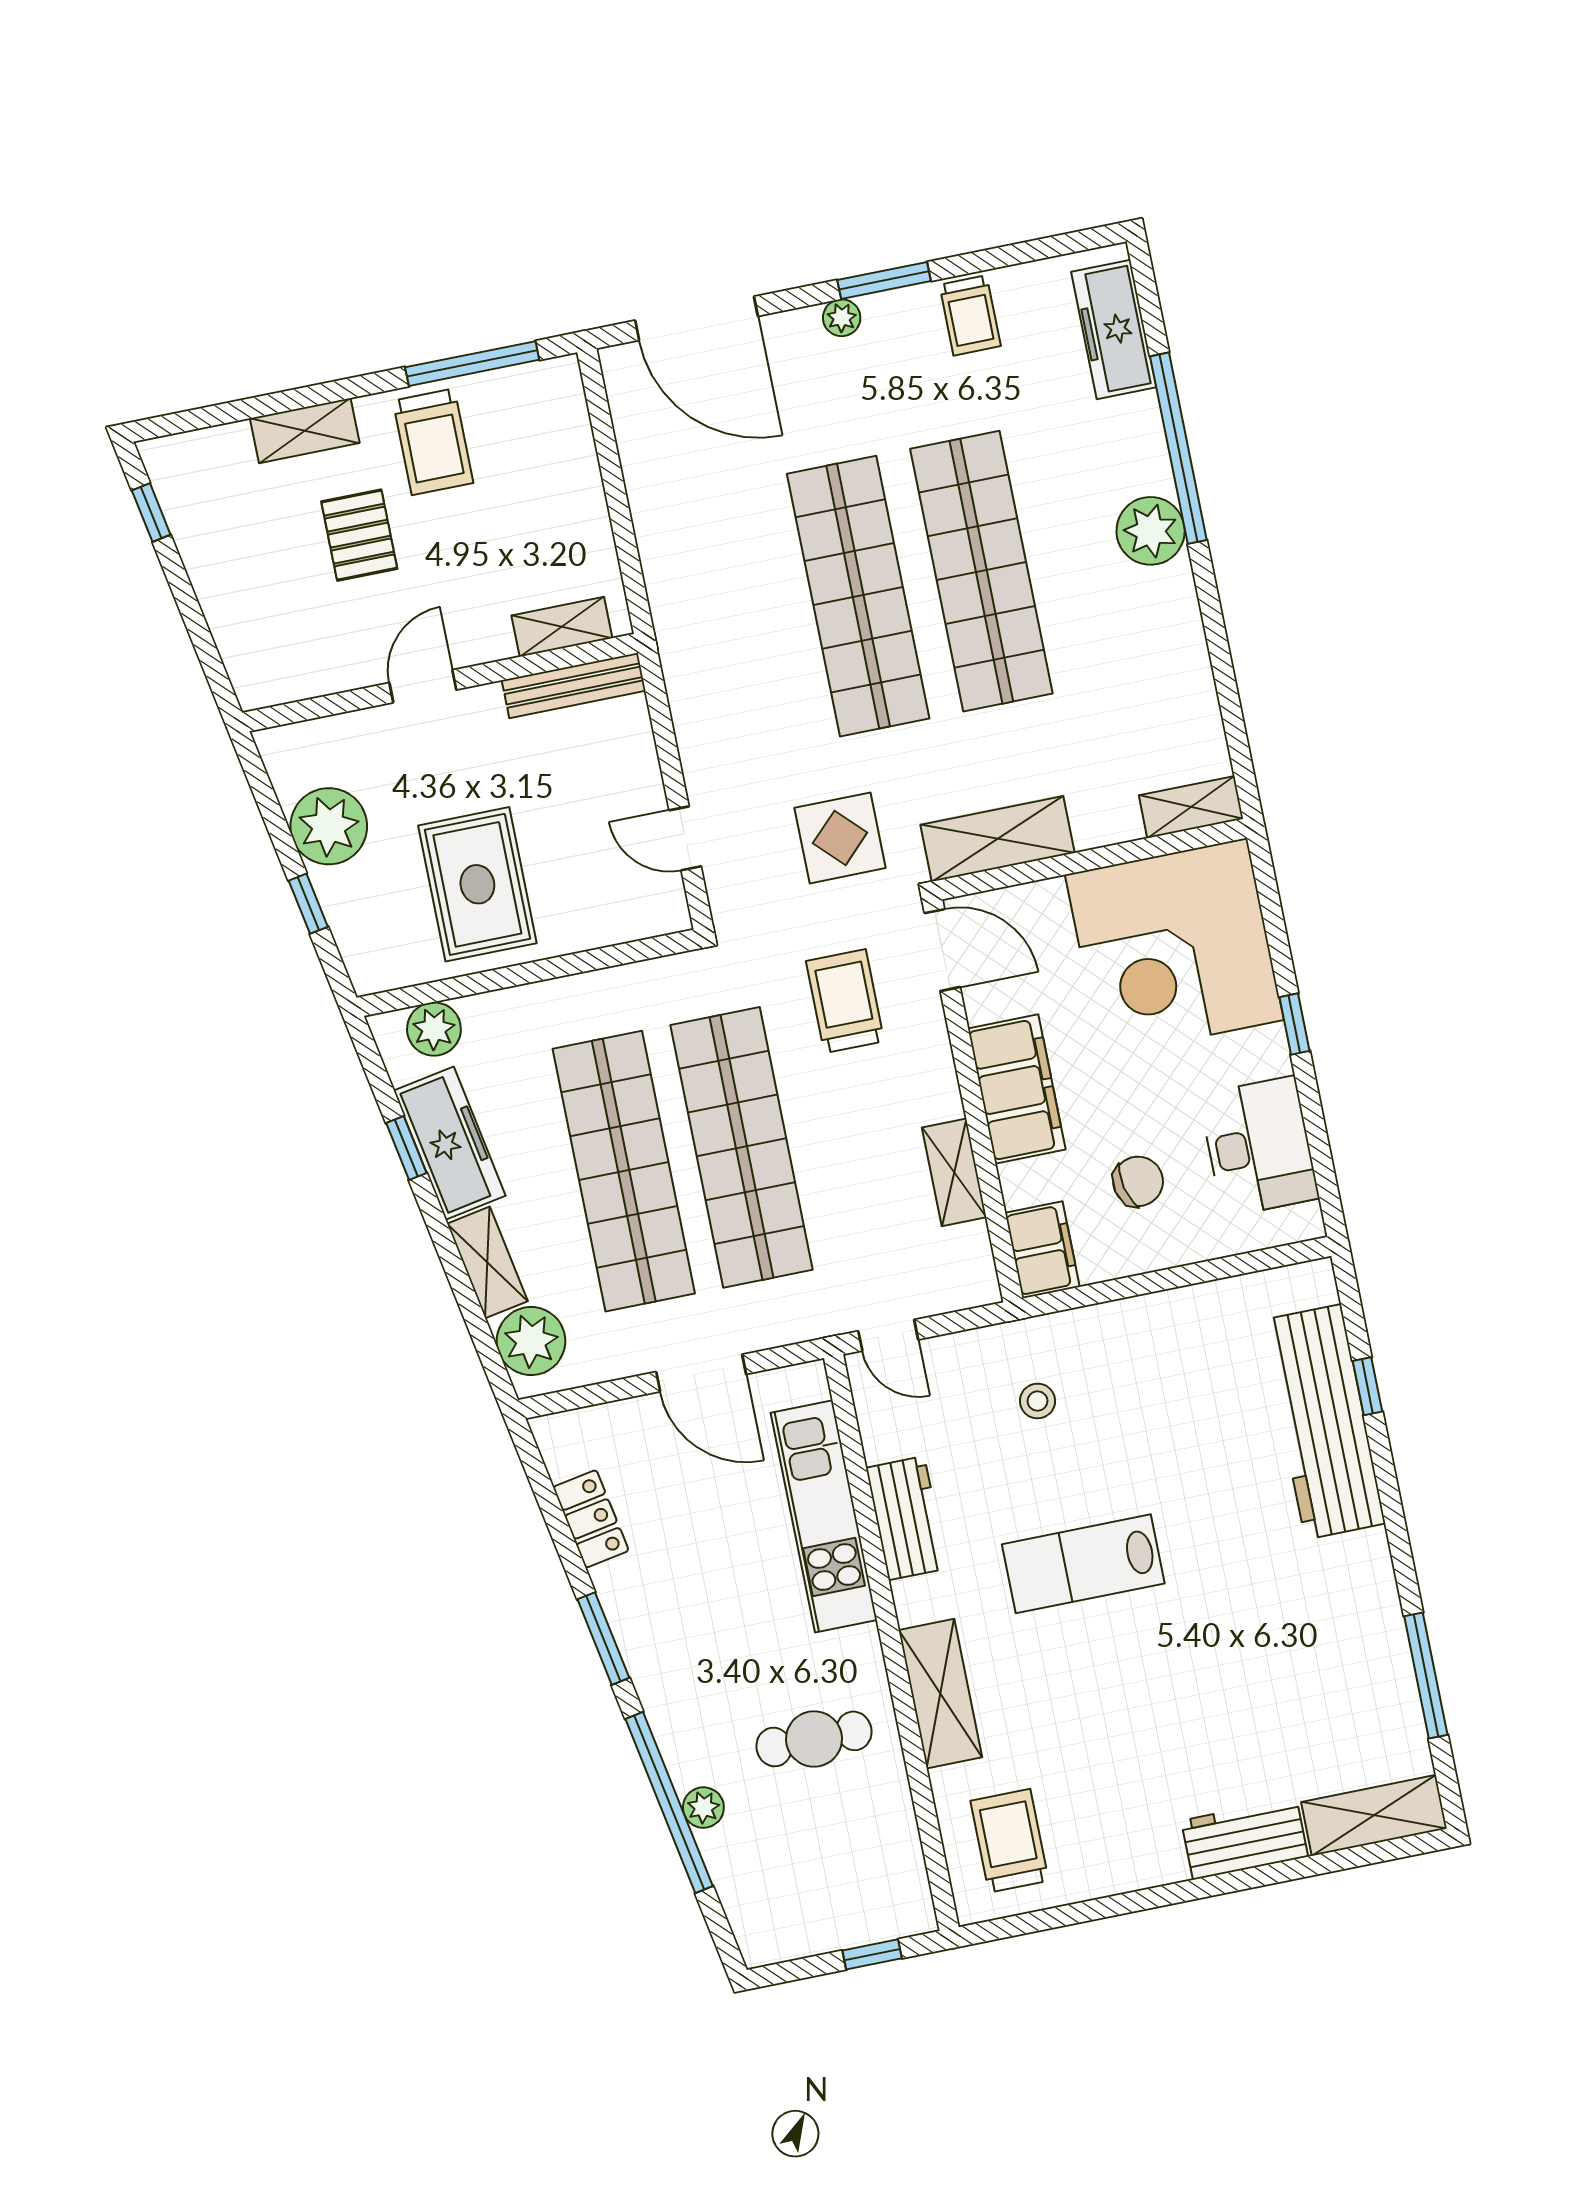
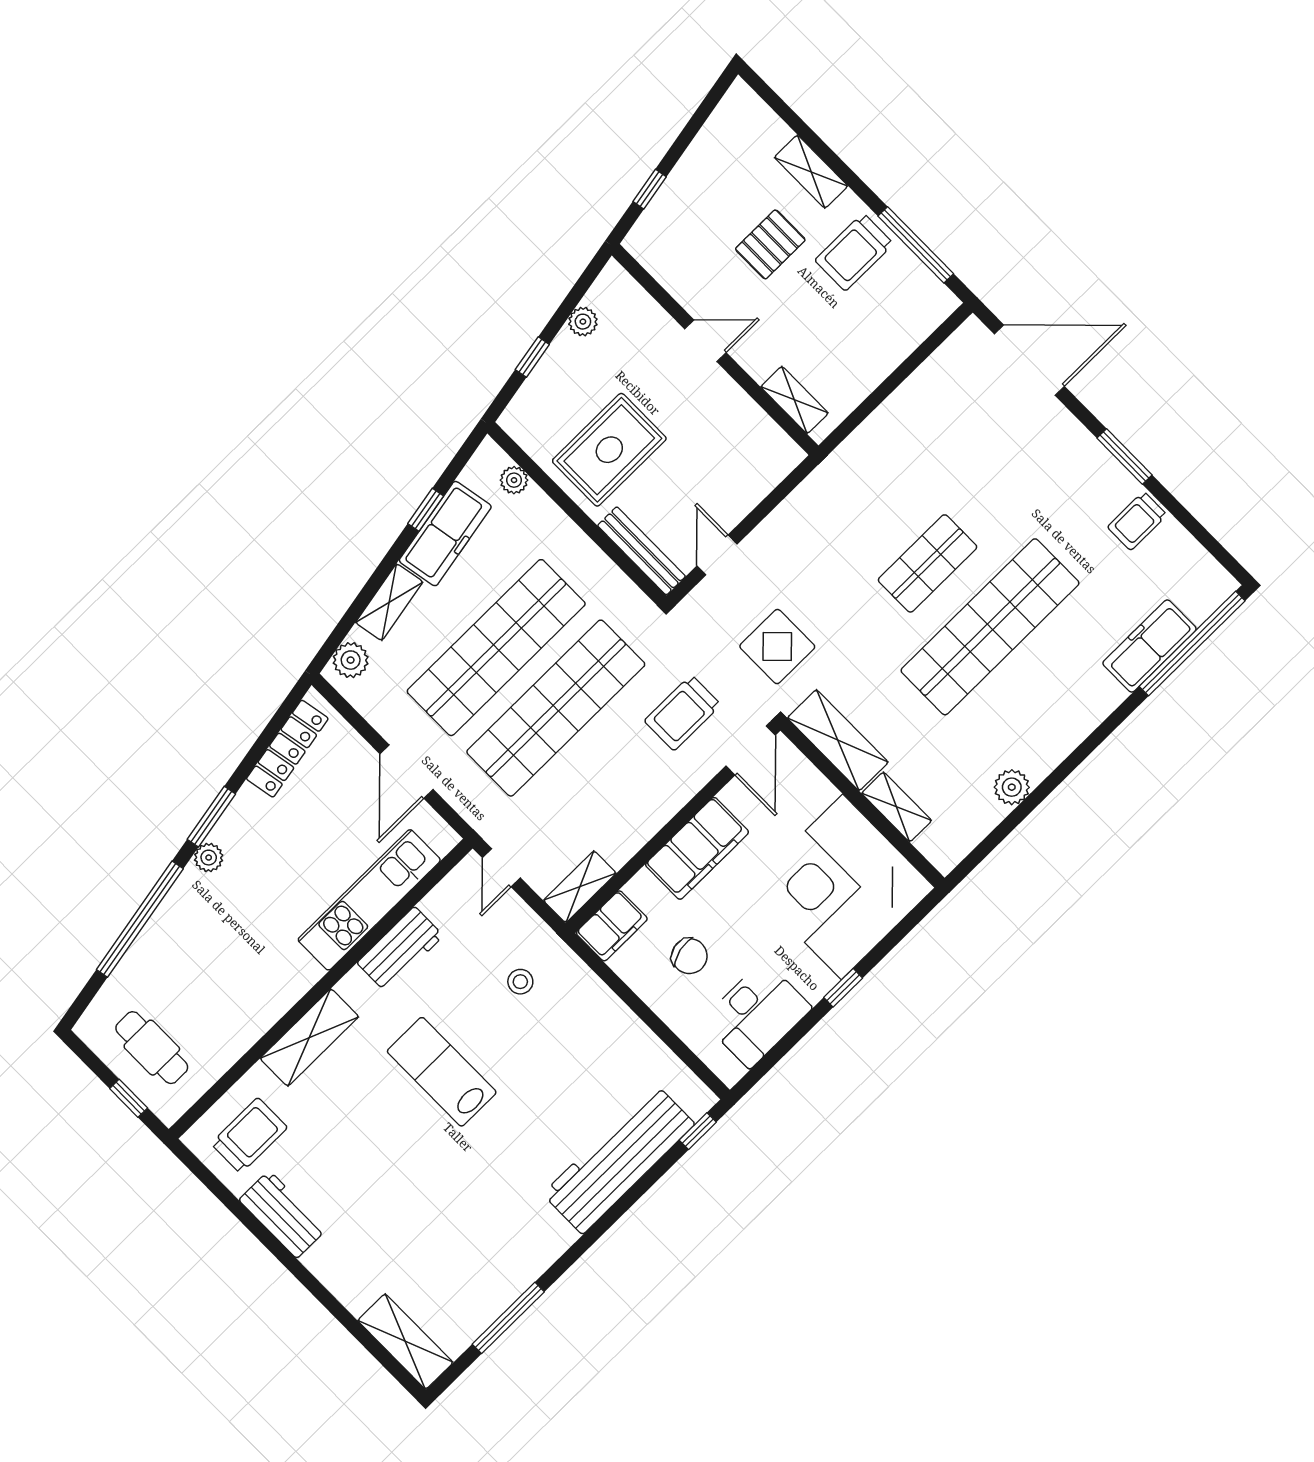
door: (696, 318) -> (1029, 360), swing flipped
plant: (842, 318) -> (1086, 446), removed
freezer: (1114, 330) -> (1149, 646), moved
window: (1178, 448) -> (1192, 644), moved
window: (151, 513) -> (650, 189), moved
plant: (1151, 531) -> (1012, 787), moved, width x0.73, depth x0.73
shop shelf: (858, 596) -> (928, 563), width x0.50, depth x0.74
bench: (574, 685) -> (642, 551), moved
shelving: (1191, 807) -> (897, 807), moved
plant: (329, 826) -> (583, 322), width x0.53, depth x0.53
trolley: (845, 1001) -> (683, 713), turned 180
plant: (434, 1029) -> (514, 480), width x0.73, depth x0.73
shelving: (954, 1172) -> (580, 887), moved
plant: (531, 1341) -> (351, 660), width x0.73, depth x0.73
window: (1368, 1386) -> (698, 1131), moved
locker: (591, 1519) -> (287, 749), width x1.53
cafe table: (814, 1739) -> (152, 1048), moved
plant: (703, 1808) -> (209, 858), moved
workbench: (1245, 1839) -> (283, 1214), moved

